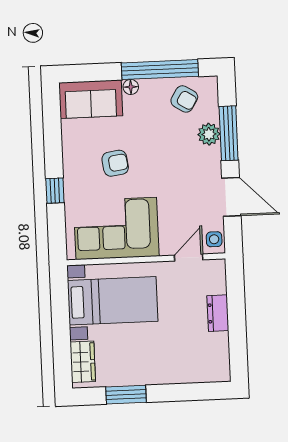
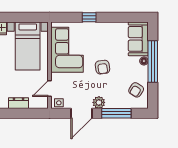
window: (160, 70) -> (153, 61), moved
plant: (209, 134) -> (99, 102), moved
armchair: (115, 163) -> (102, 67), moved
door: (189, 258) -> (50, 89), swing flipped

